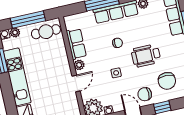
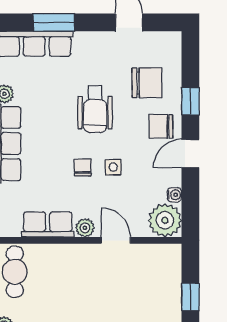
chair: (117, 43) -> (83, 168), moved
chair: (145, 94) -> (161, 126), turned 90

